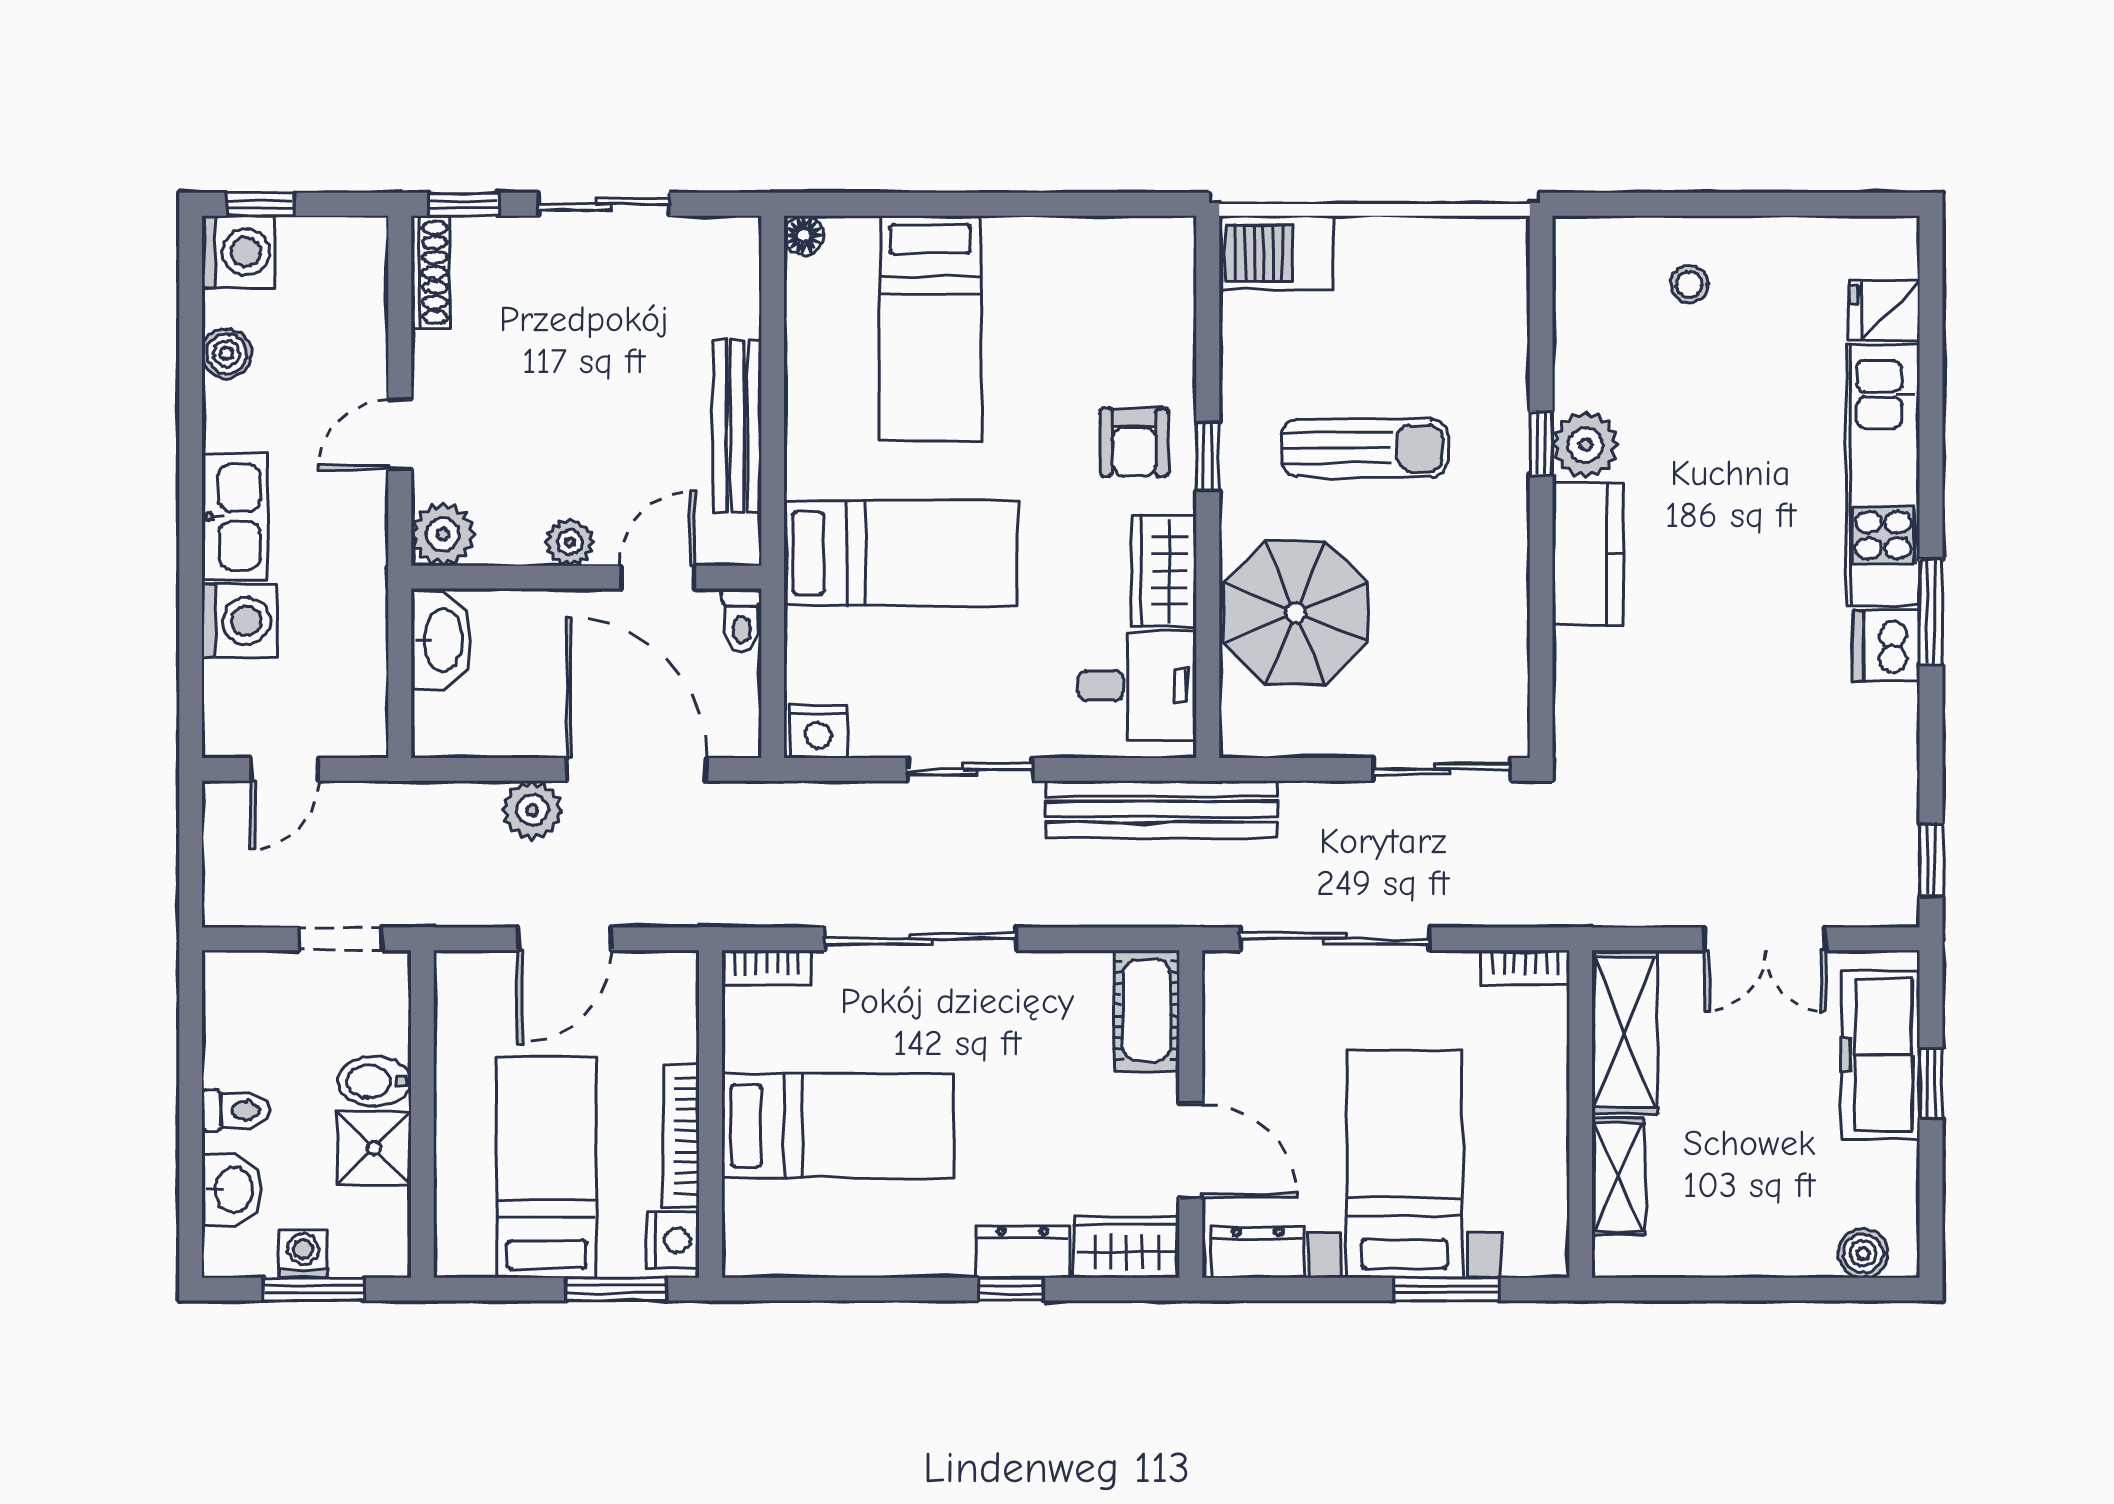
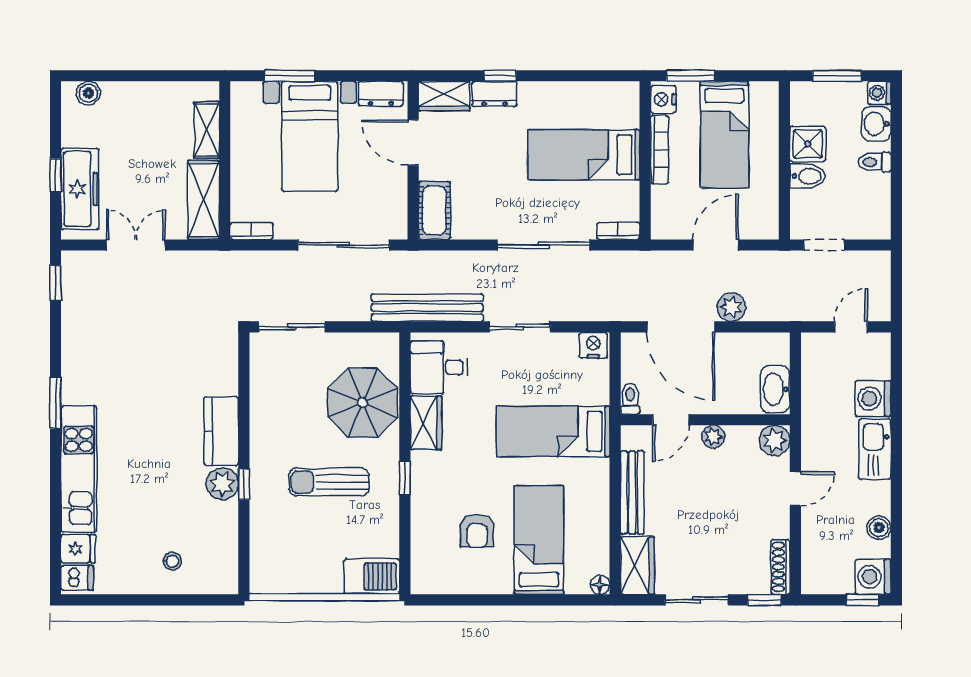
wardrobe: (726, 276) -> (637, 565), added
armchair: (1134, 442) -> (477, 531), moved, turned 180
dishwasher: (1886, 646) -> (77, 578), moved, width x0.73
washing machine: (303, 1254) -> (879, 93), moved, turned 90

